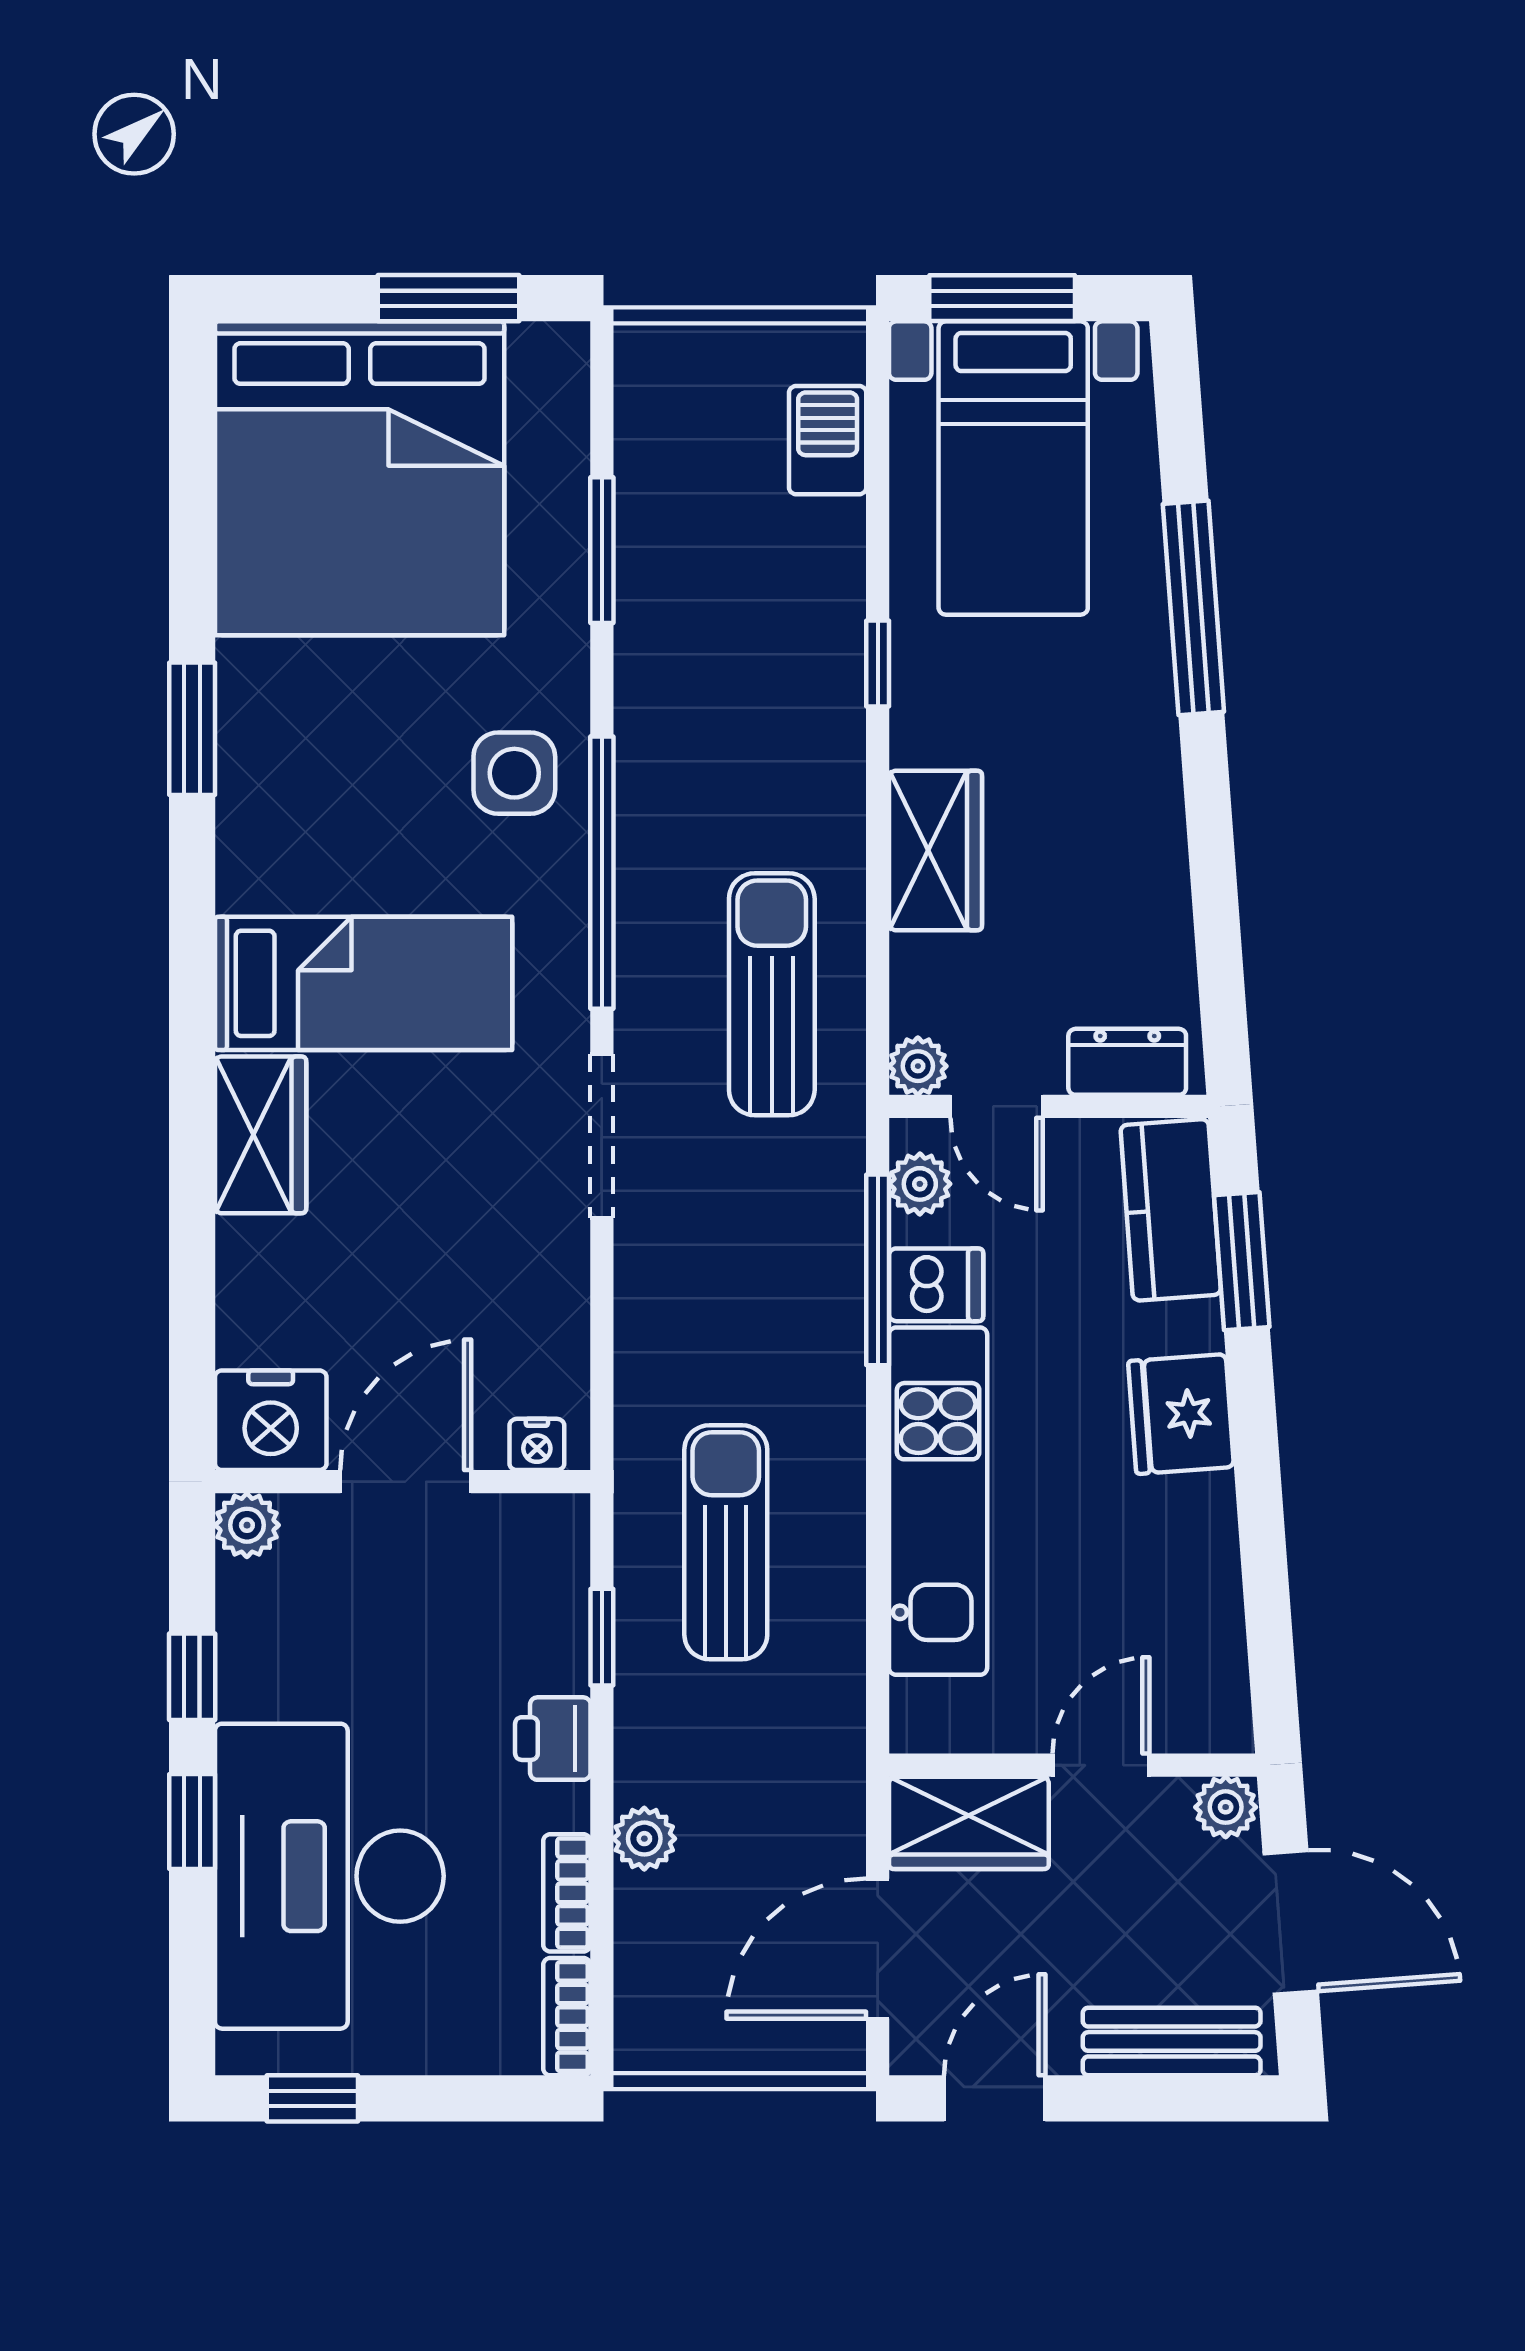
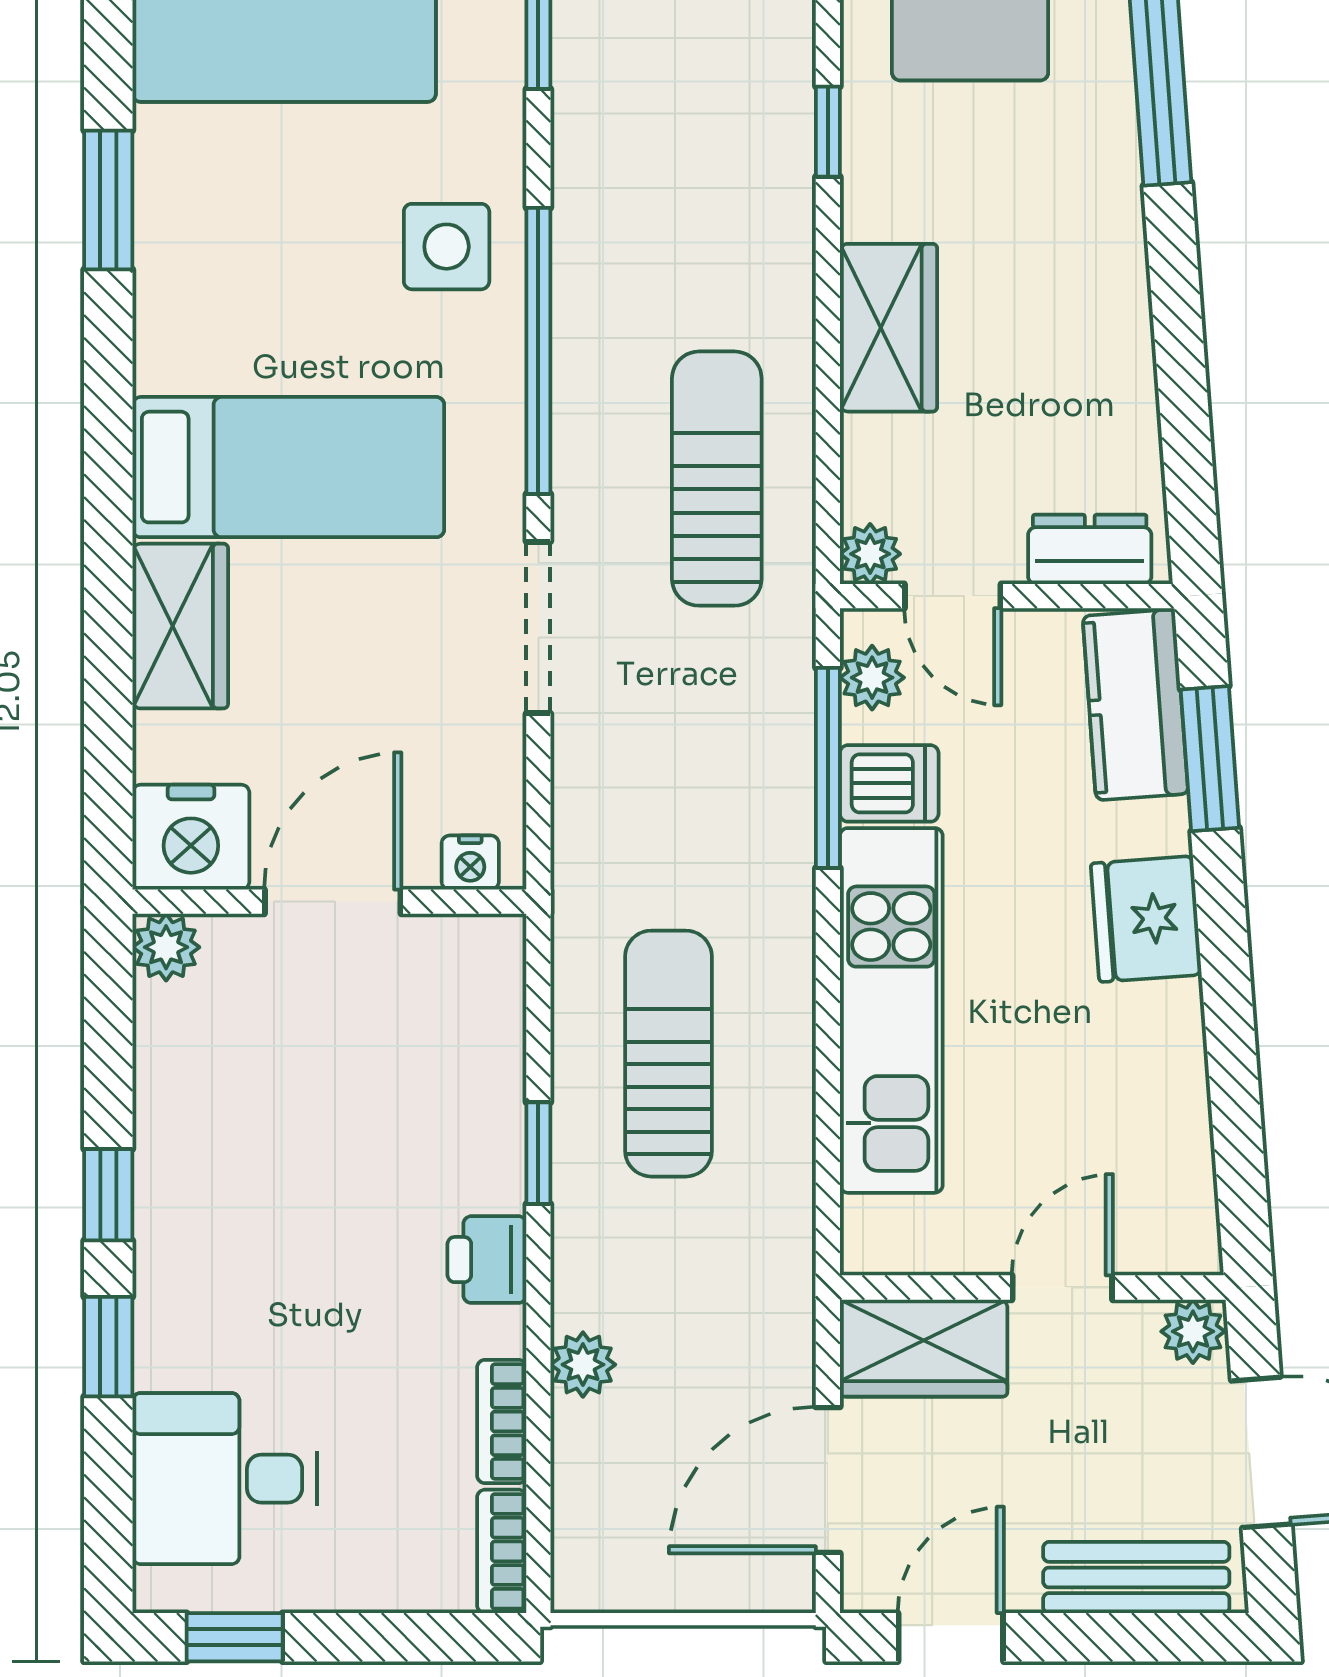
nightstand: (271, 1420) -> (191, 837), moved
nightstand: (537, 1444) -> (470, 863), moved
wall: (403, 1482) -> (329, 902), moved
door: (406, 1482) -> (333, 902), moved
plant: (247, 1525) -> (166, 947), moved
desk: (329, 1876) -> (225, 1479), width x0.53, depth x0.77

